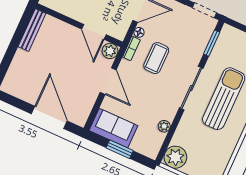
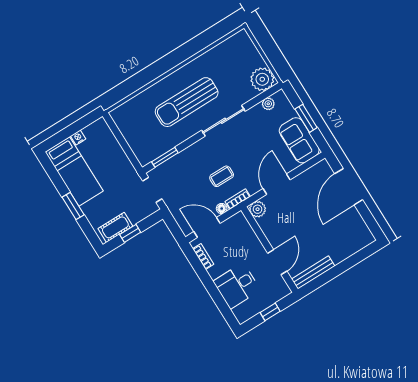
door: (94, 32) -> (277, 262), moved
coffee table: (156, 58) -> (222, 176), width x0.73, depth x0.77
sliding door: (191, 88) -> (223, 121), moved
plant: (164, 126) -> (268, 104), moved

